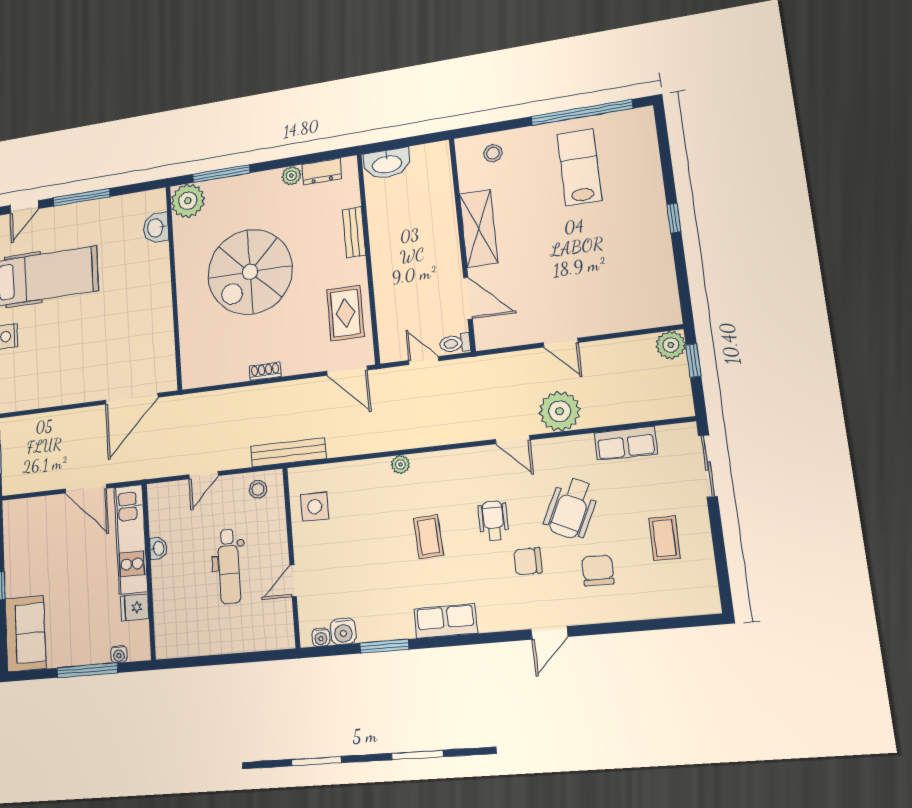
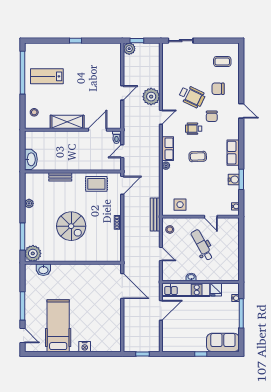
dresser: (322, 172) -> (30, 189), removed
spiral stairs: (250, 272) -> (71, 226), width x0.73, depth x0.73
row of seats: (626, 443) -> (168, 149), moved
coffee table: (664, 538) -> (222, 62), moved
dental chair: (229, 566) -> (202, 245), turned -119
water cooler: (343, 631) -> (234, 180), moved

